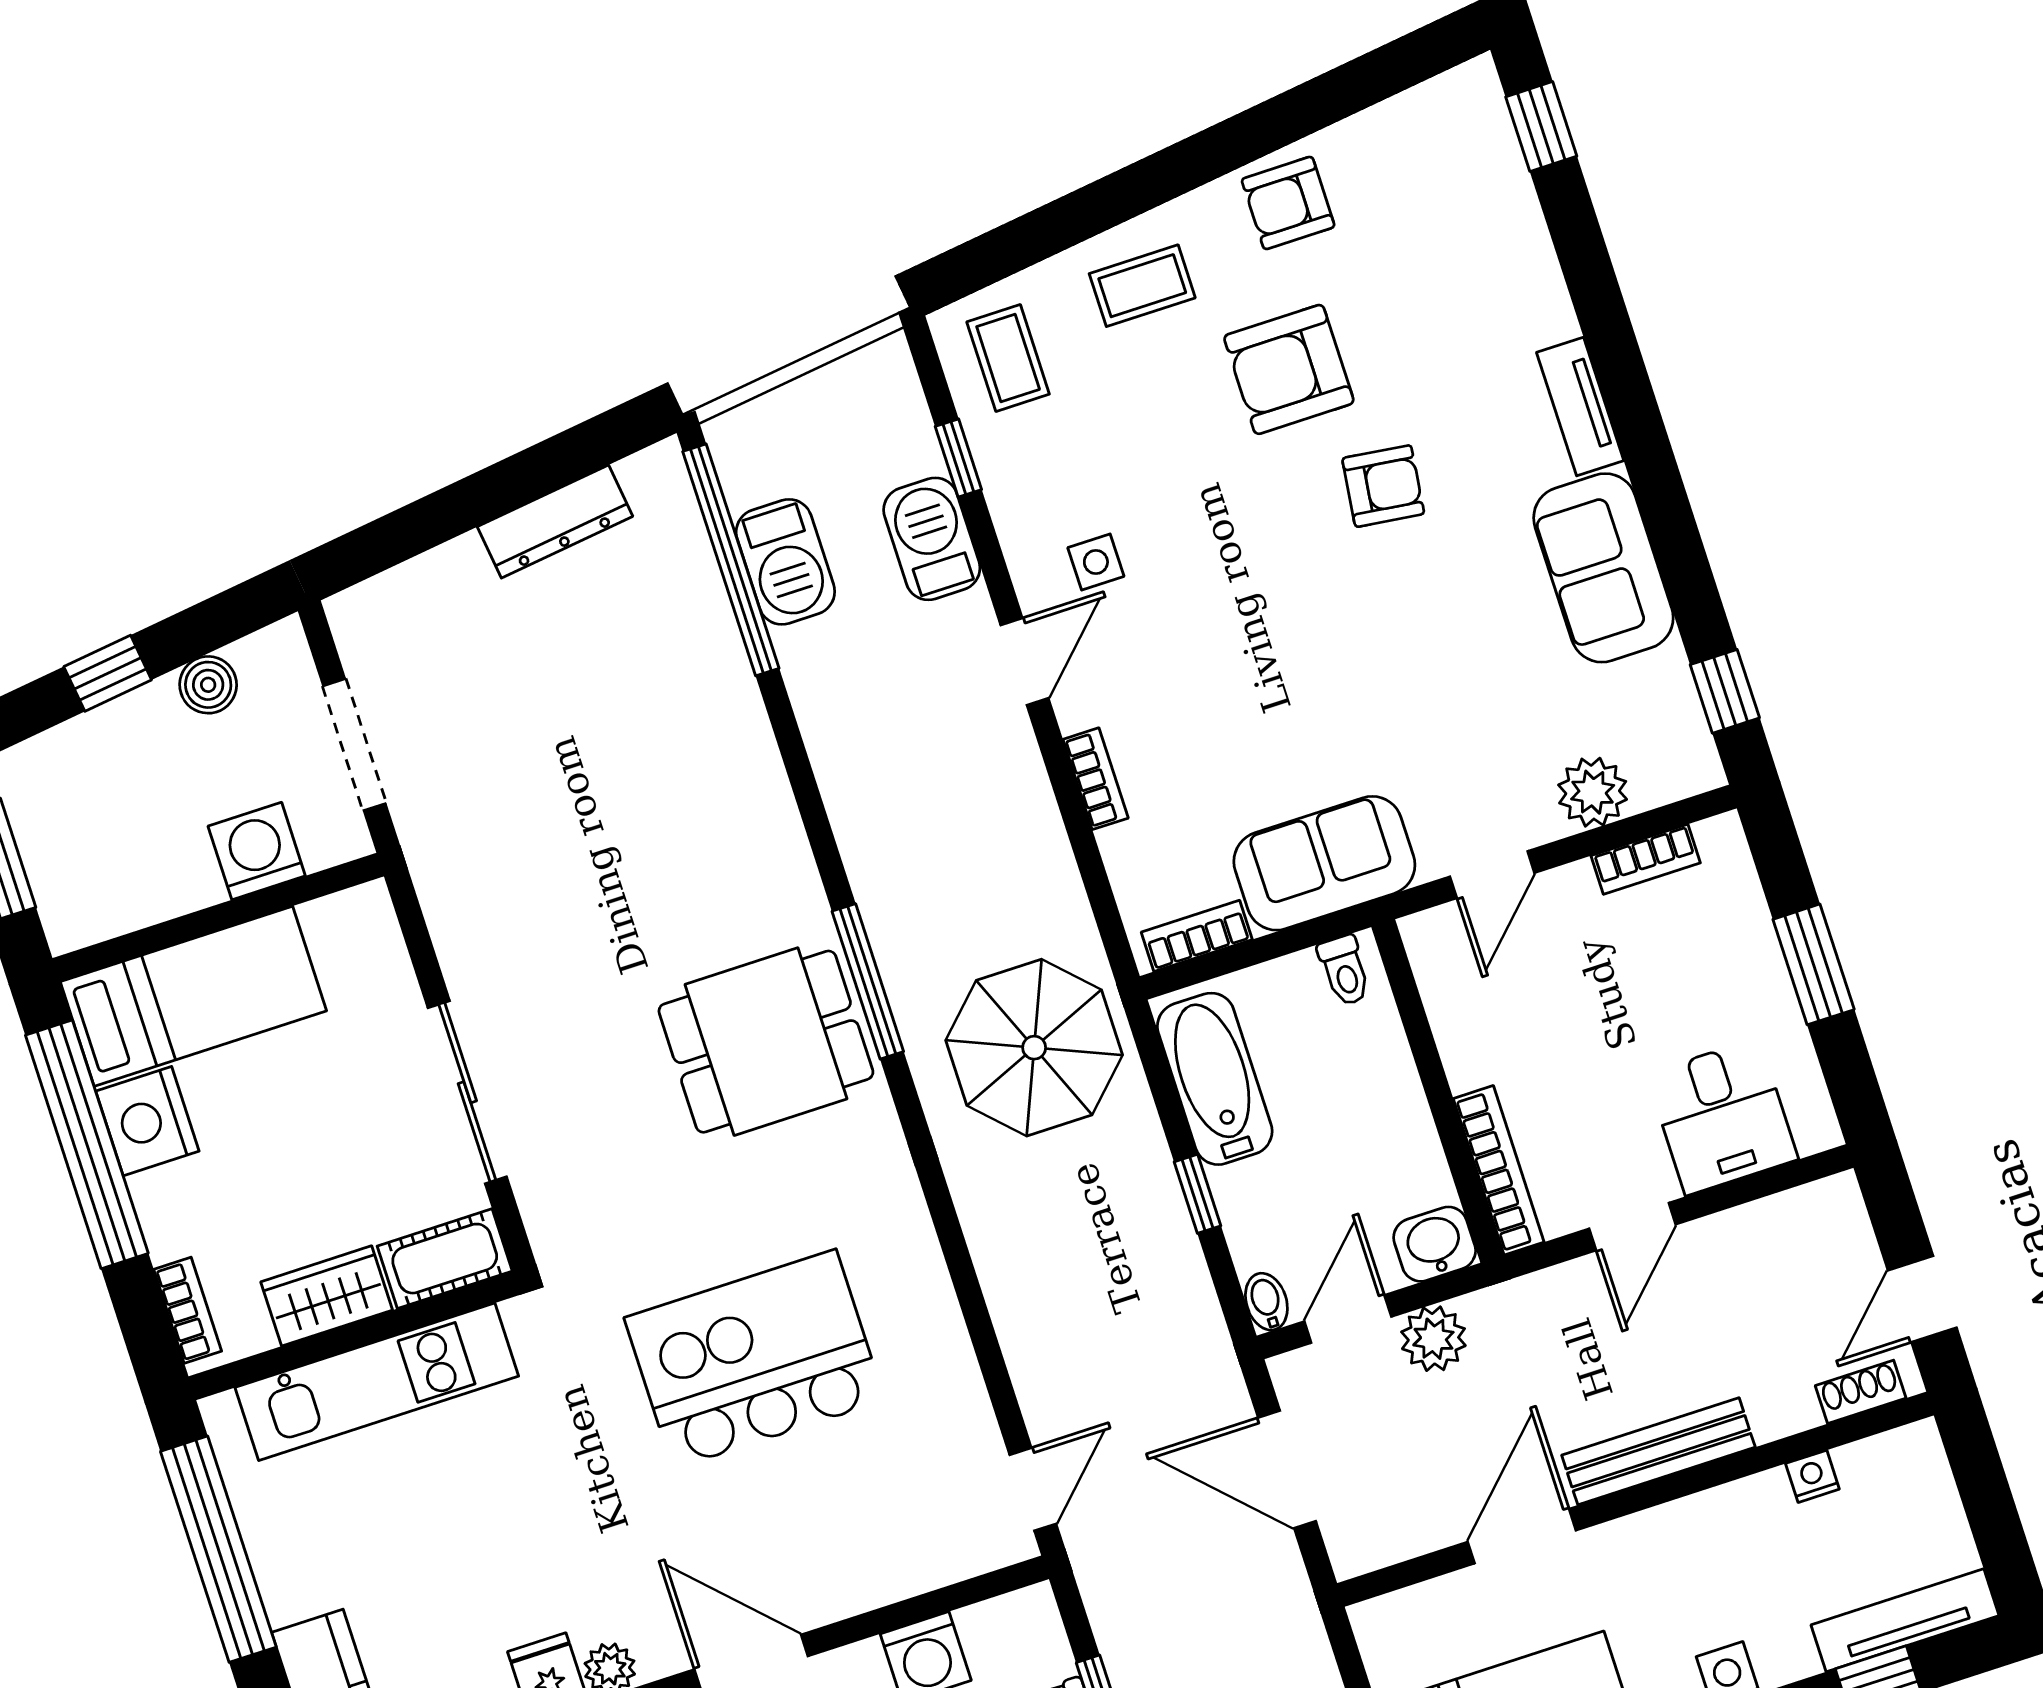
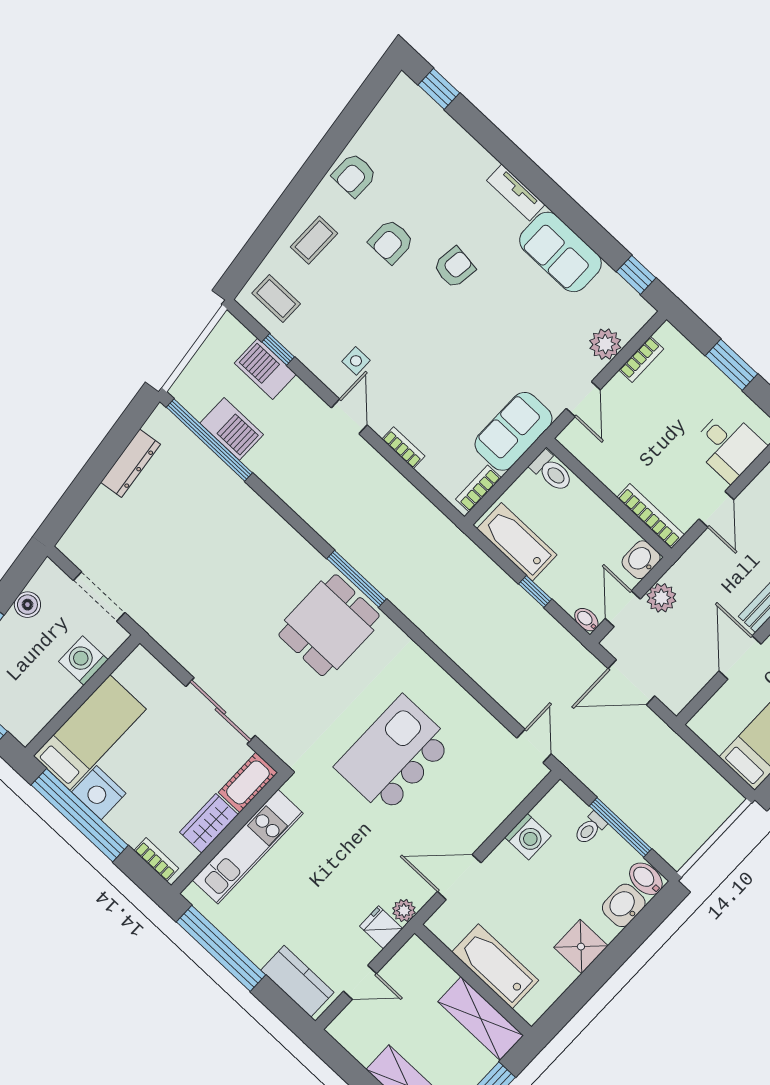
armchair: (1289, 369) -> (391, 241), width x0.72, depth x0.72
barbecue: (932, 539) -> (265, 369), moved
toilet: (1344, 970) -> (552, 471), width x1.37, depth x1.39
parasol: (1034, 1048) -> (438, 569), removed

